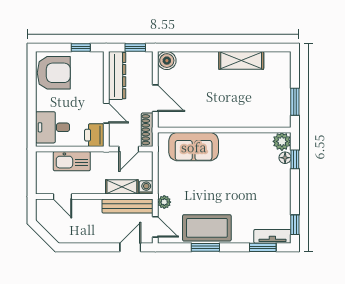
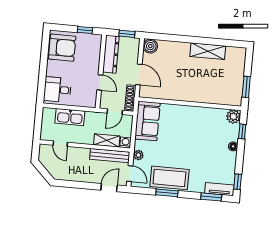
printer: (94, 135) -> (89, 99), removed
sofa: (194, 147) -> (147, 121), moved, turned -90
floor lamp: (285, 158) -> (233, 146), moved

